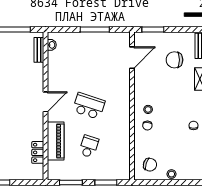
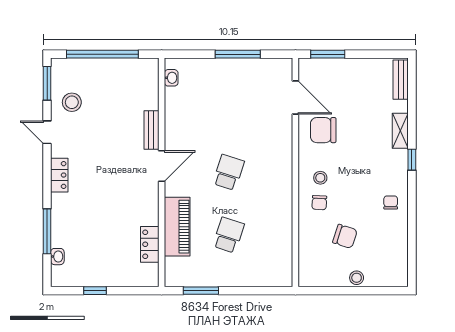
bench: (39, 50) -> (151, 130), moved
door: (132, 58) -> (295, 98), hinge flipped
chair: (174, 60) -> (323, 130), moved
school desk: (89, 106) -> (229, 172), width x0.54
chair: (150, 165) -> (345, 236), moved
window: (106, 182) -> (255, 291), removed

